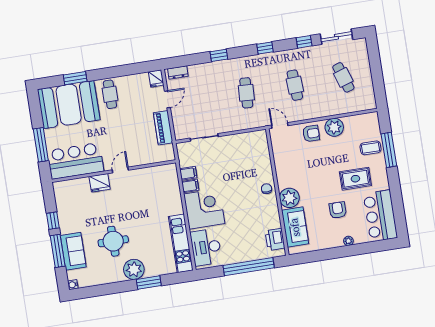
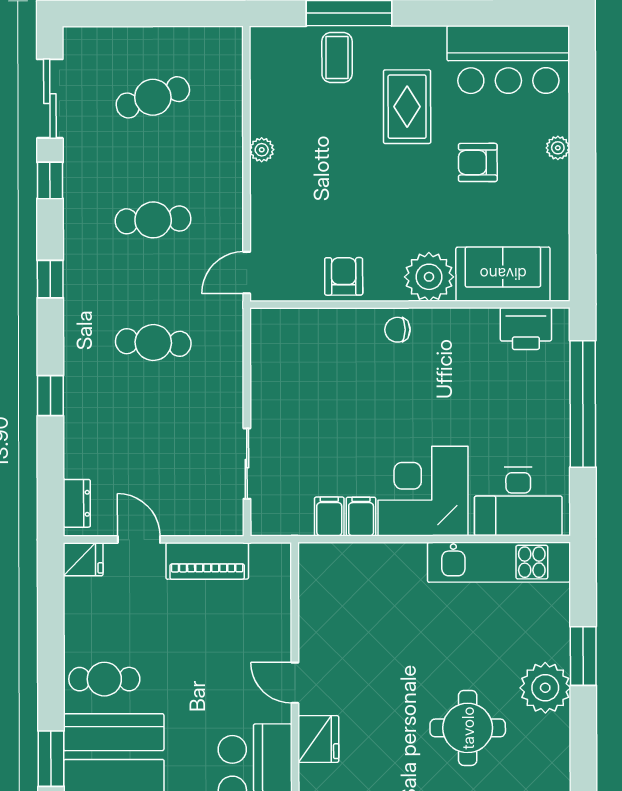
plant: (334, 127) -> (262, 150), width x0.53, depth x0.53
armchair: (311, 133) -> (344, 276), moved

